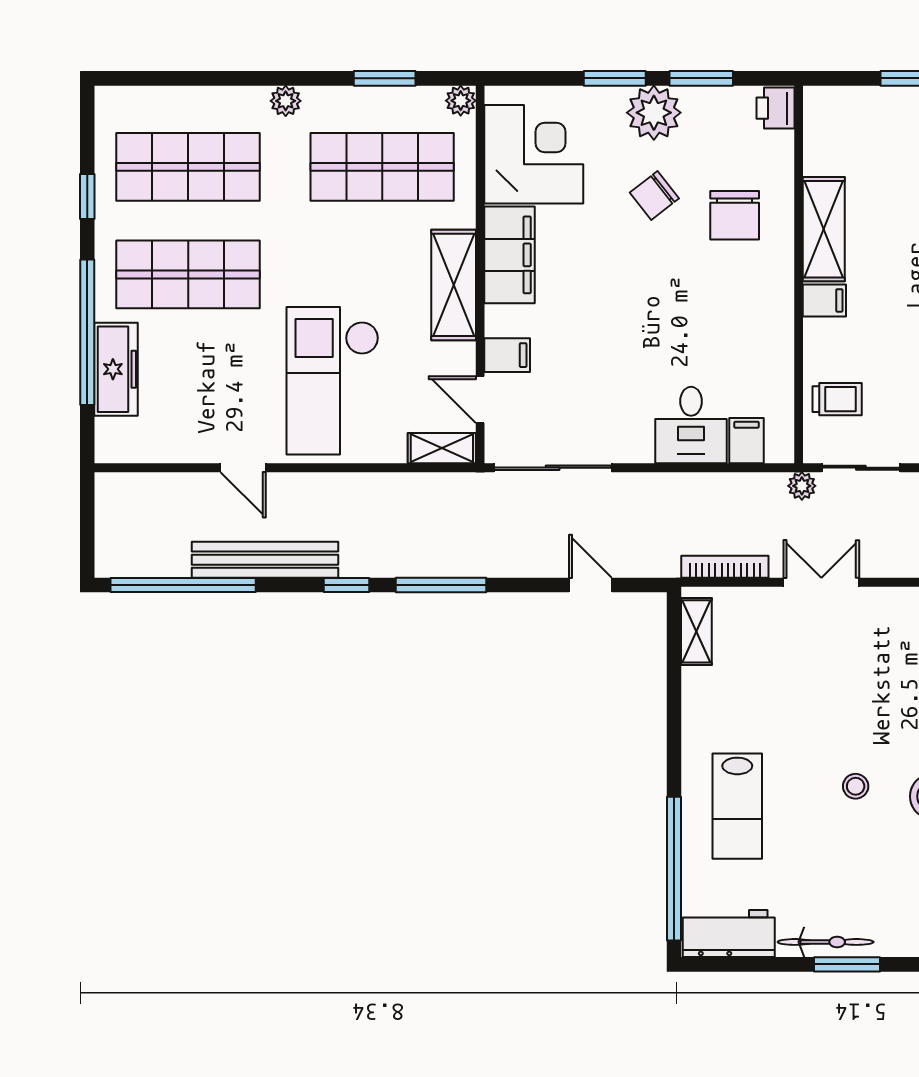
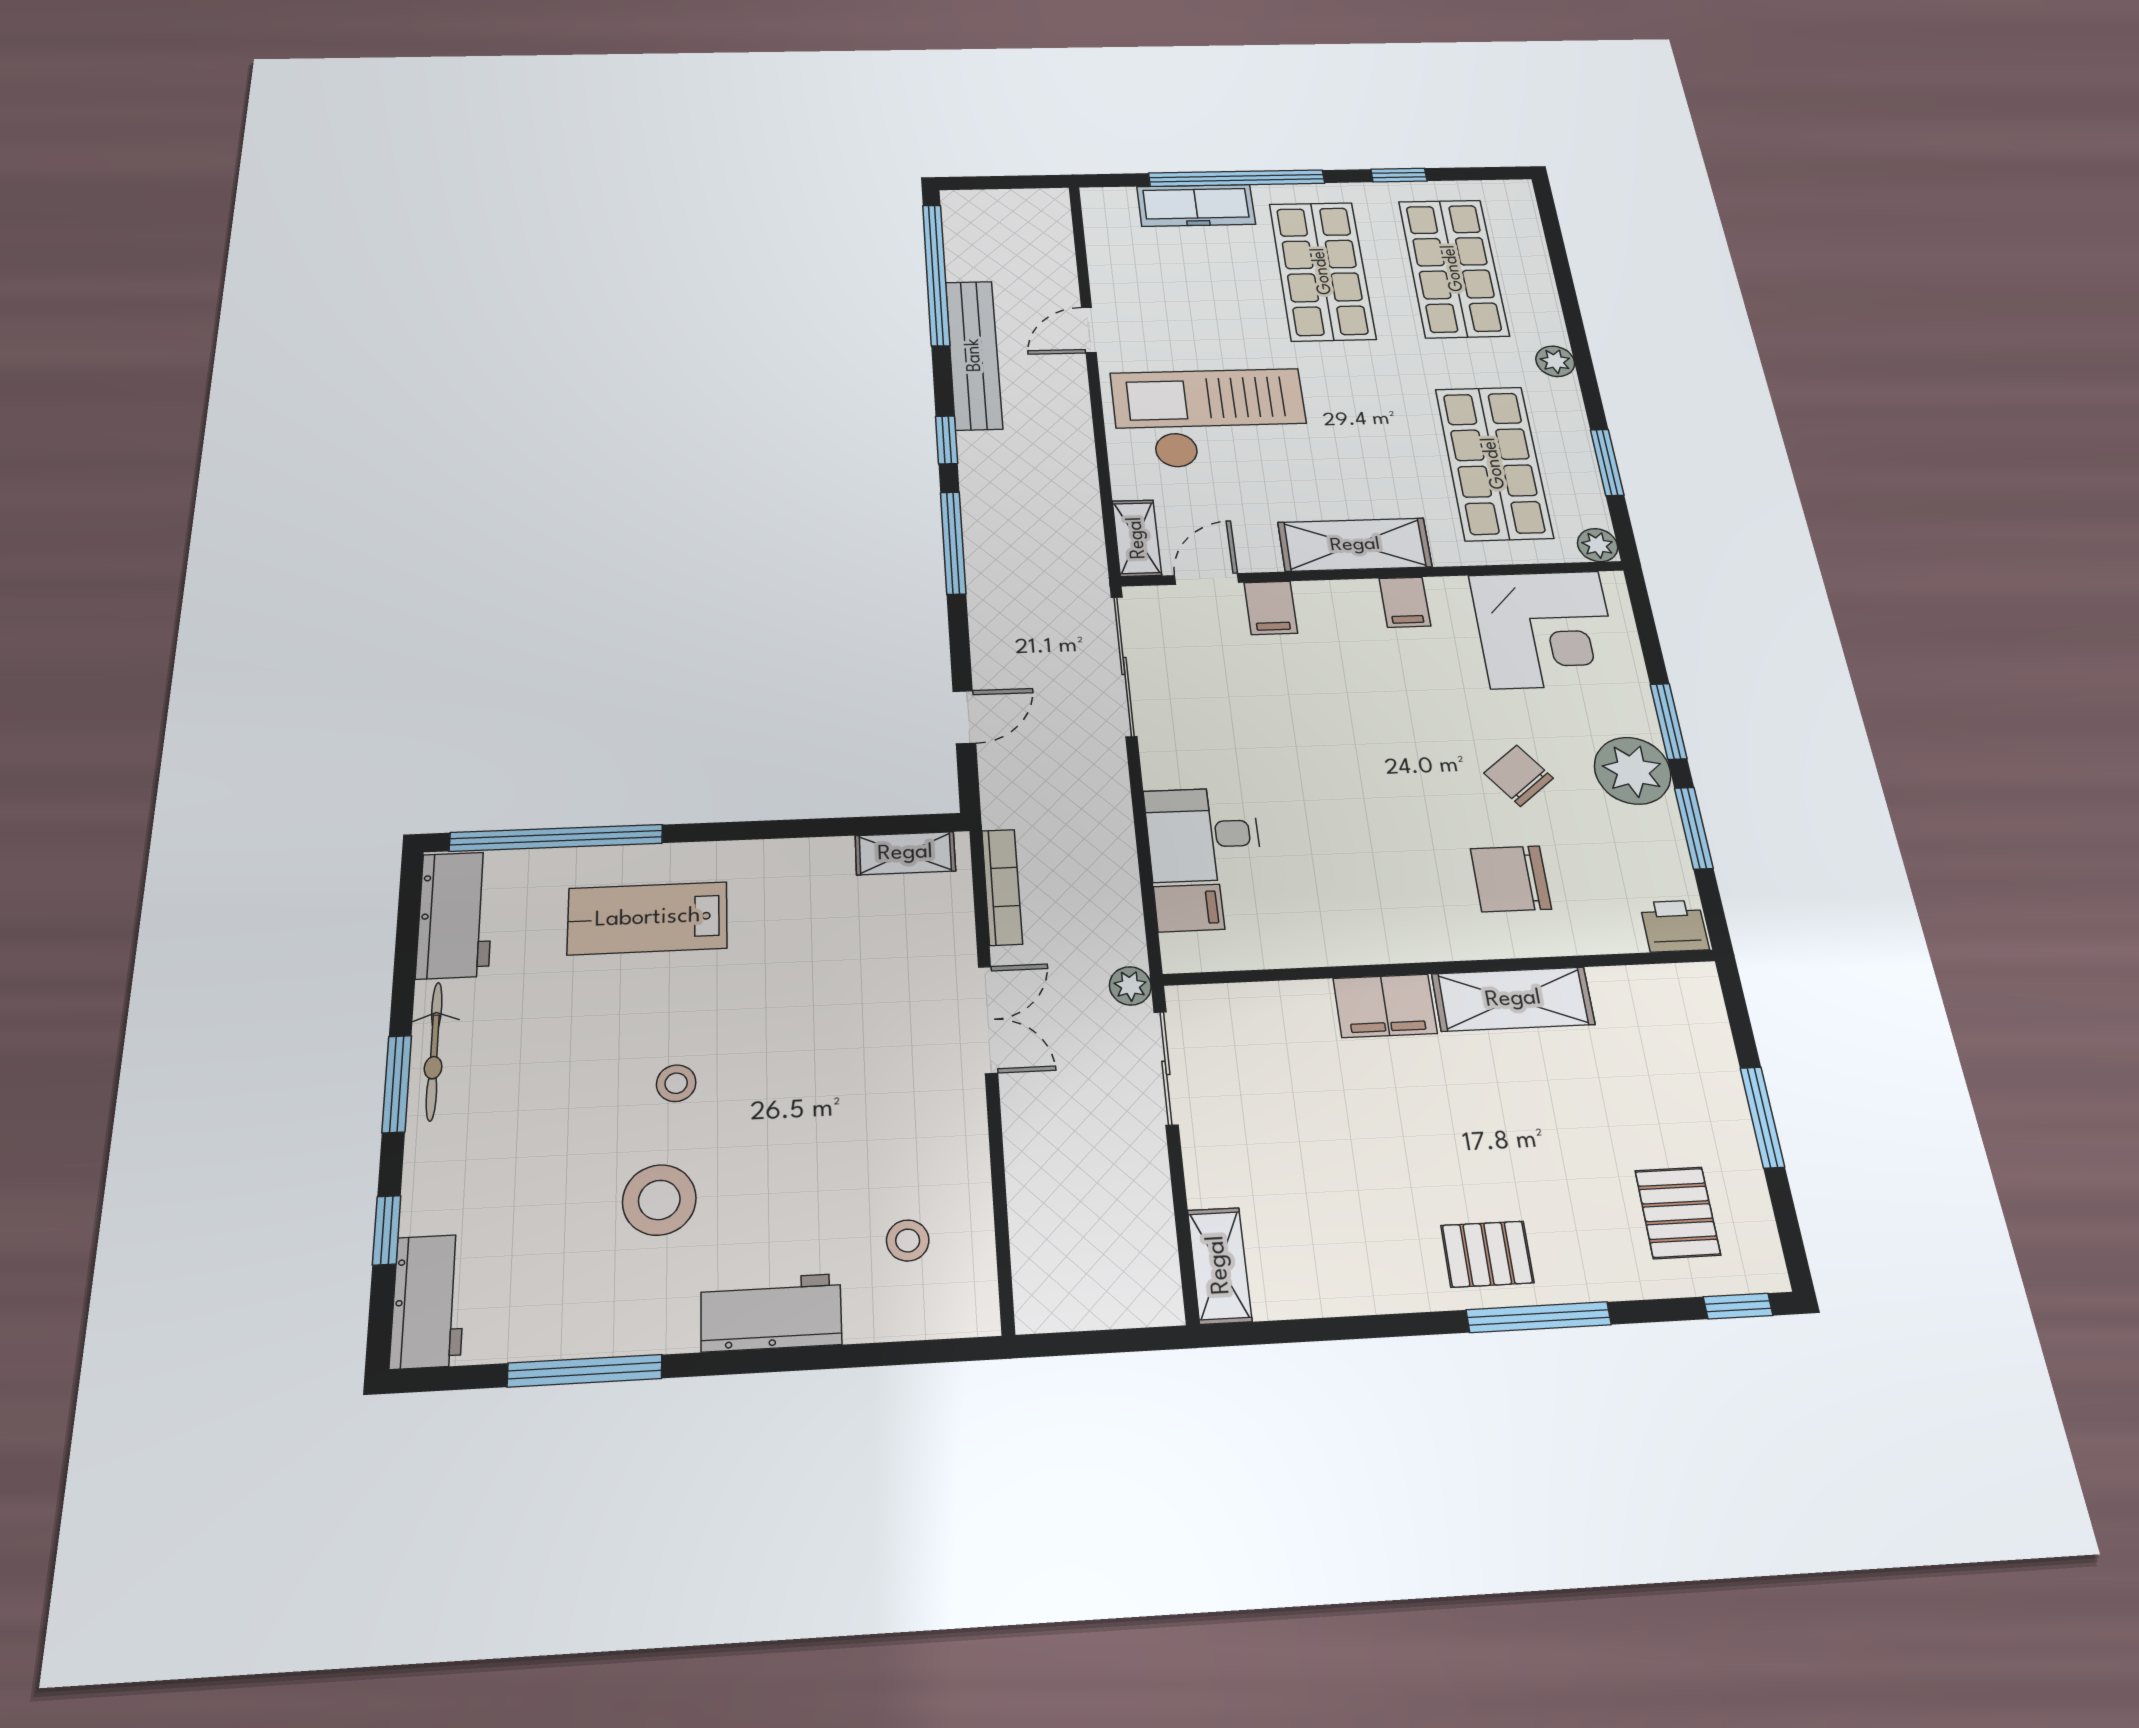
filing cabinet: (510, 255) -> (1405, 602), width x0.33, depth x0.86
filing cabinet: (824, 300) -> (1385, 1006), width x2.00
trolley: (837, 399) -> (1265, 1029), removed

